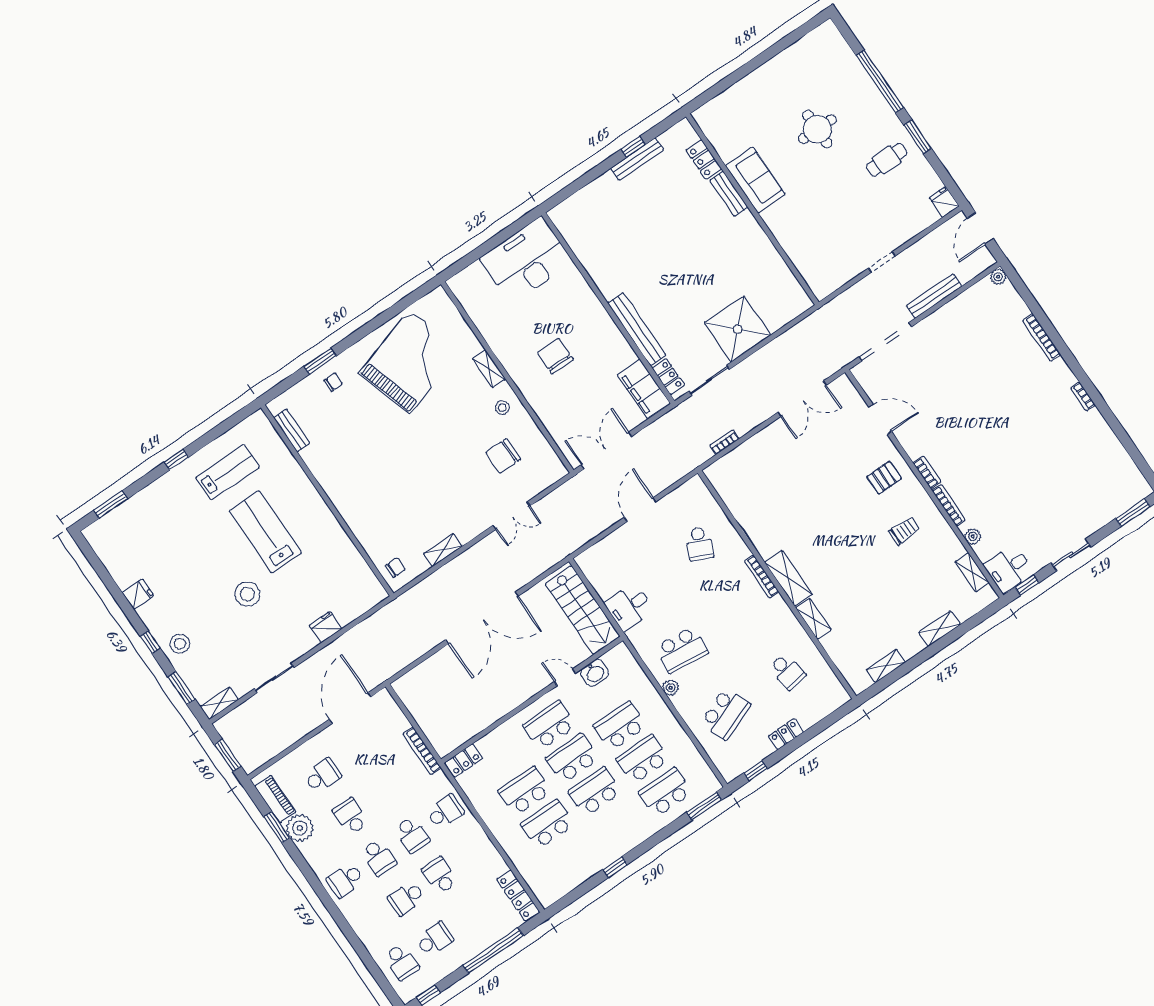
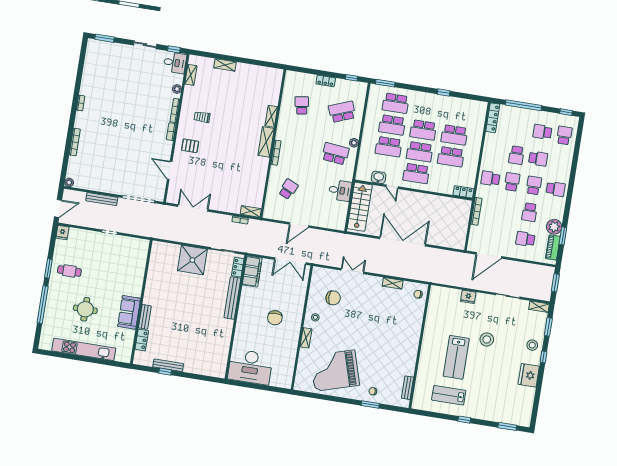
kitchen unit: (769, 74) -> (84, 349), added
fridge: (138, 594) -> (529, 375), width x1.88, depth x1.34
shelving: (886, 666) -> (251, 211), moved

